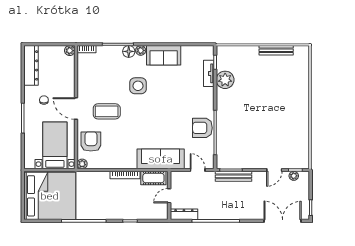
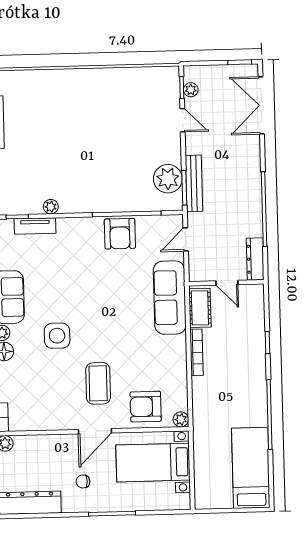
plant: (225, 80) -> (51, 207), width x0.53, depth x0.53
plant: (237, 160) -> (168, 179), added
bed: (50, 196) -> (251, 468), width x0.49

